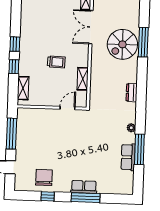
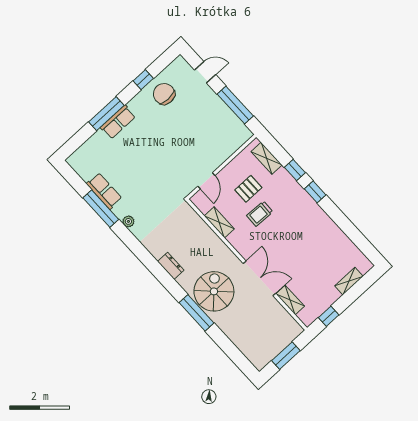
pallet: (49, 81) -> (248, 189), added
dresser: (132, 93) -> (171, 266), moved
chair: (44, 177) -> (164, 94), turned 180

